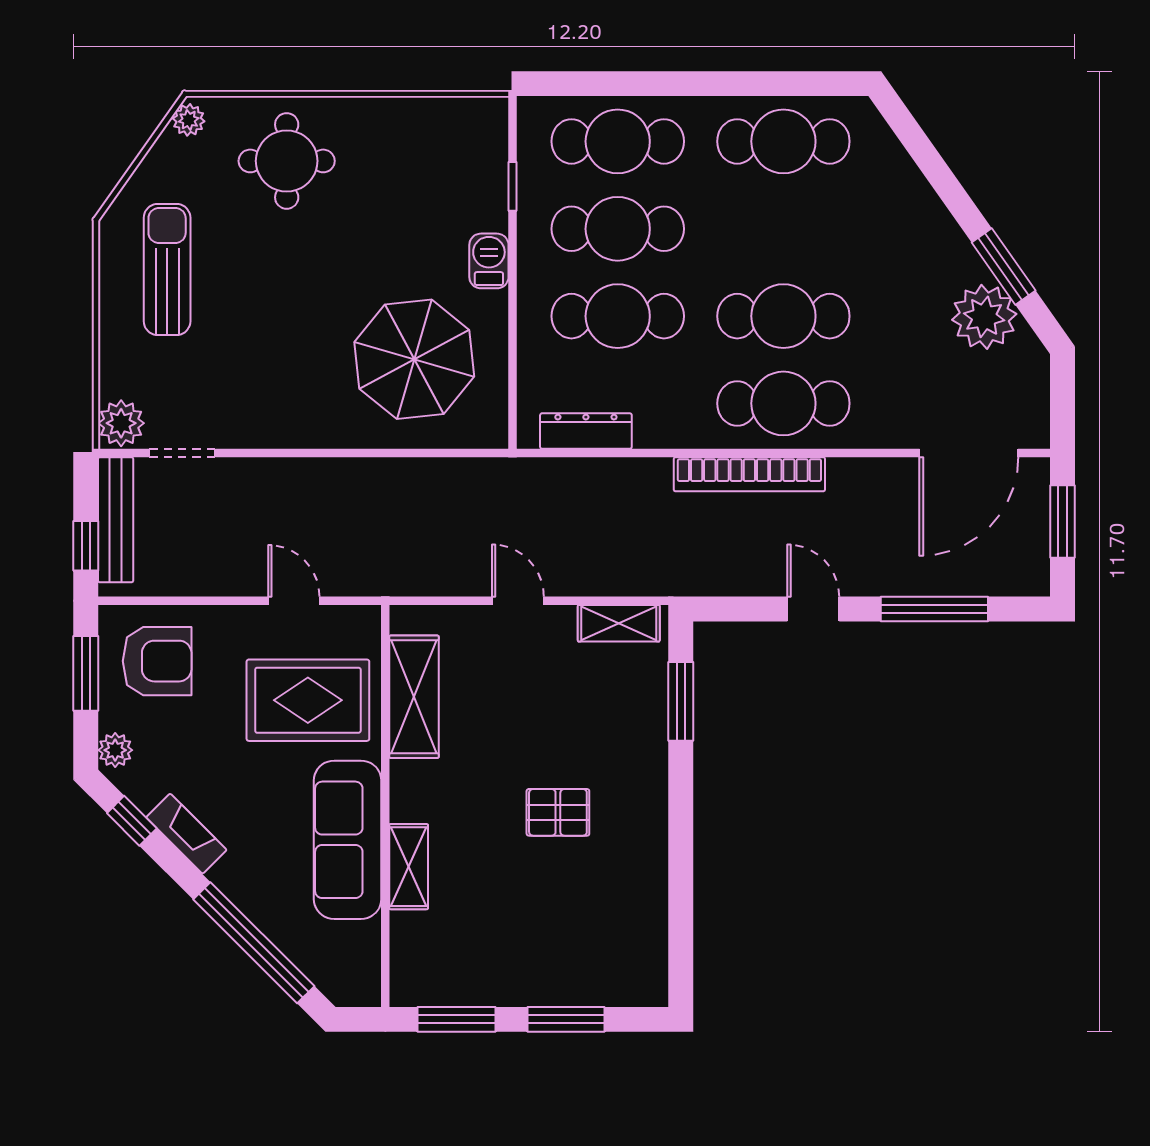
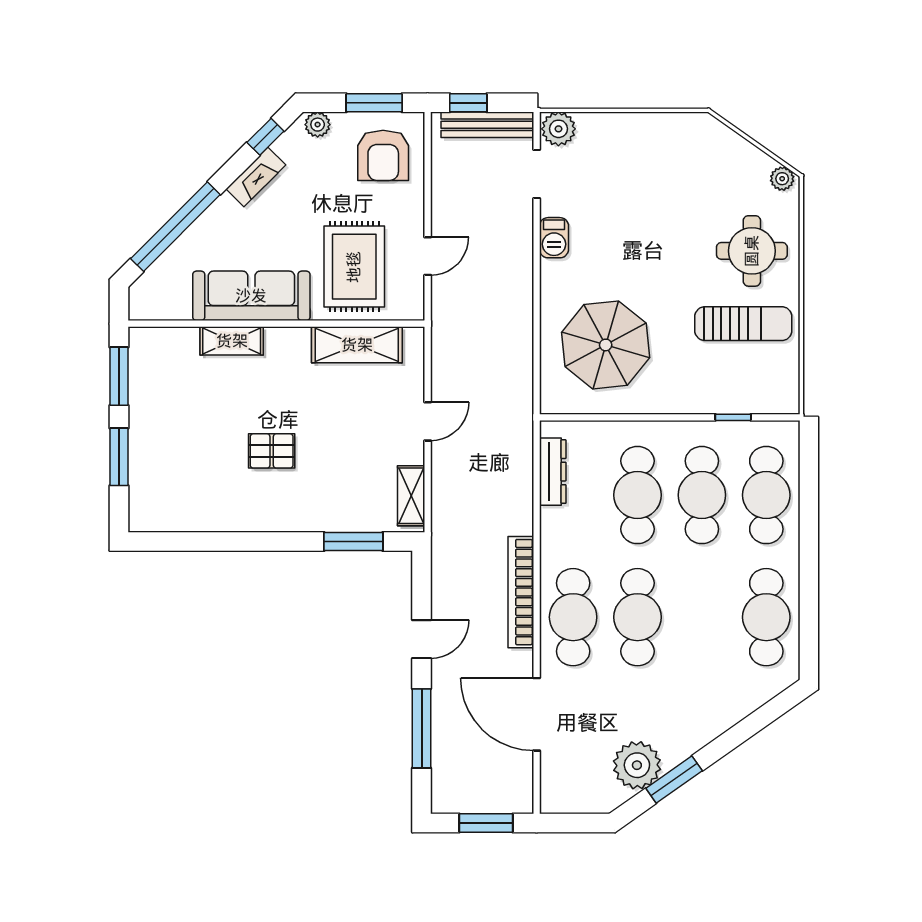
barbecue: (489, 261) -> (554, 238), moved, turned 90
sun lounger: (167, 270) -> (743, 324), moved
door: (969, 453) -> (537, 714), moved
pallet: (558, 812) -> (272, 451), turned 90

